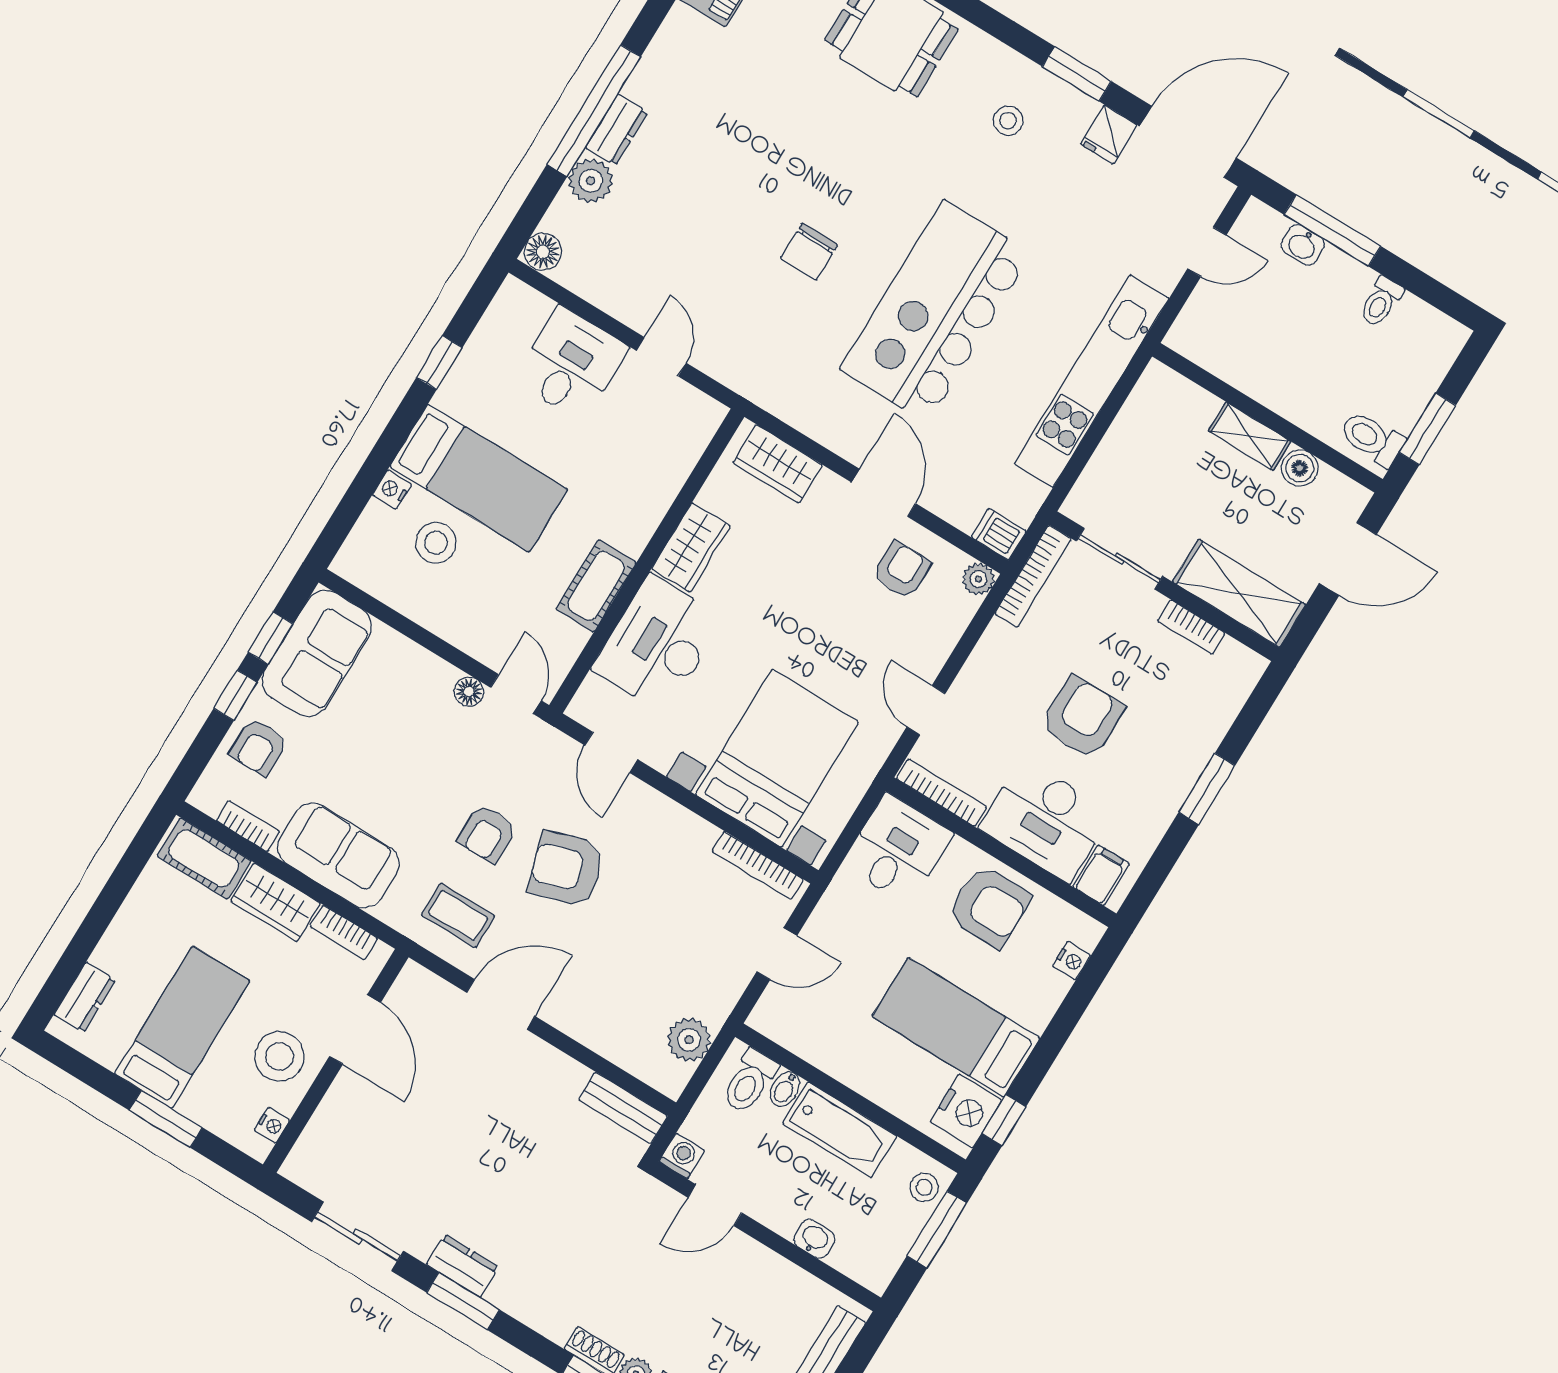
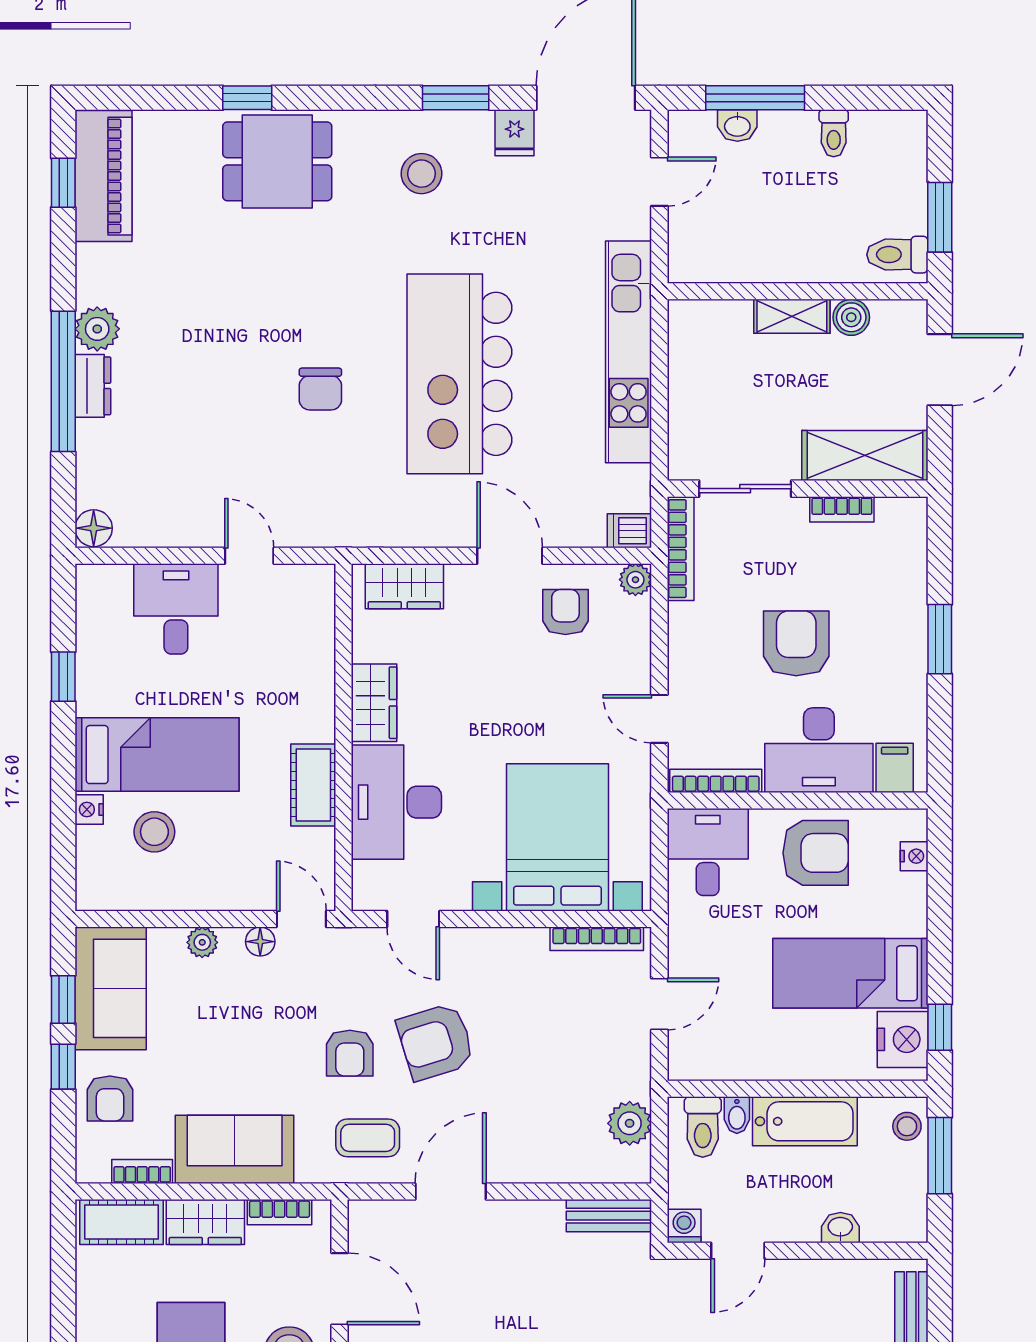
stool: (1008, 121) -> (422, 174), width x1.37, depth x1.37
plant: (591, 181) -> (97, 329), moved
plant: (419, 662) -> (202, 942), added

